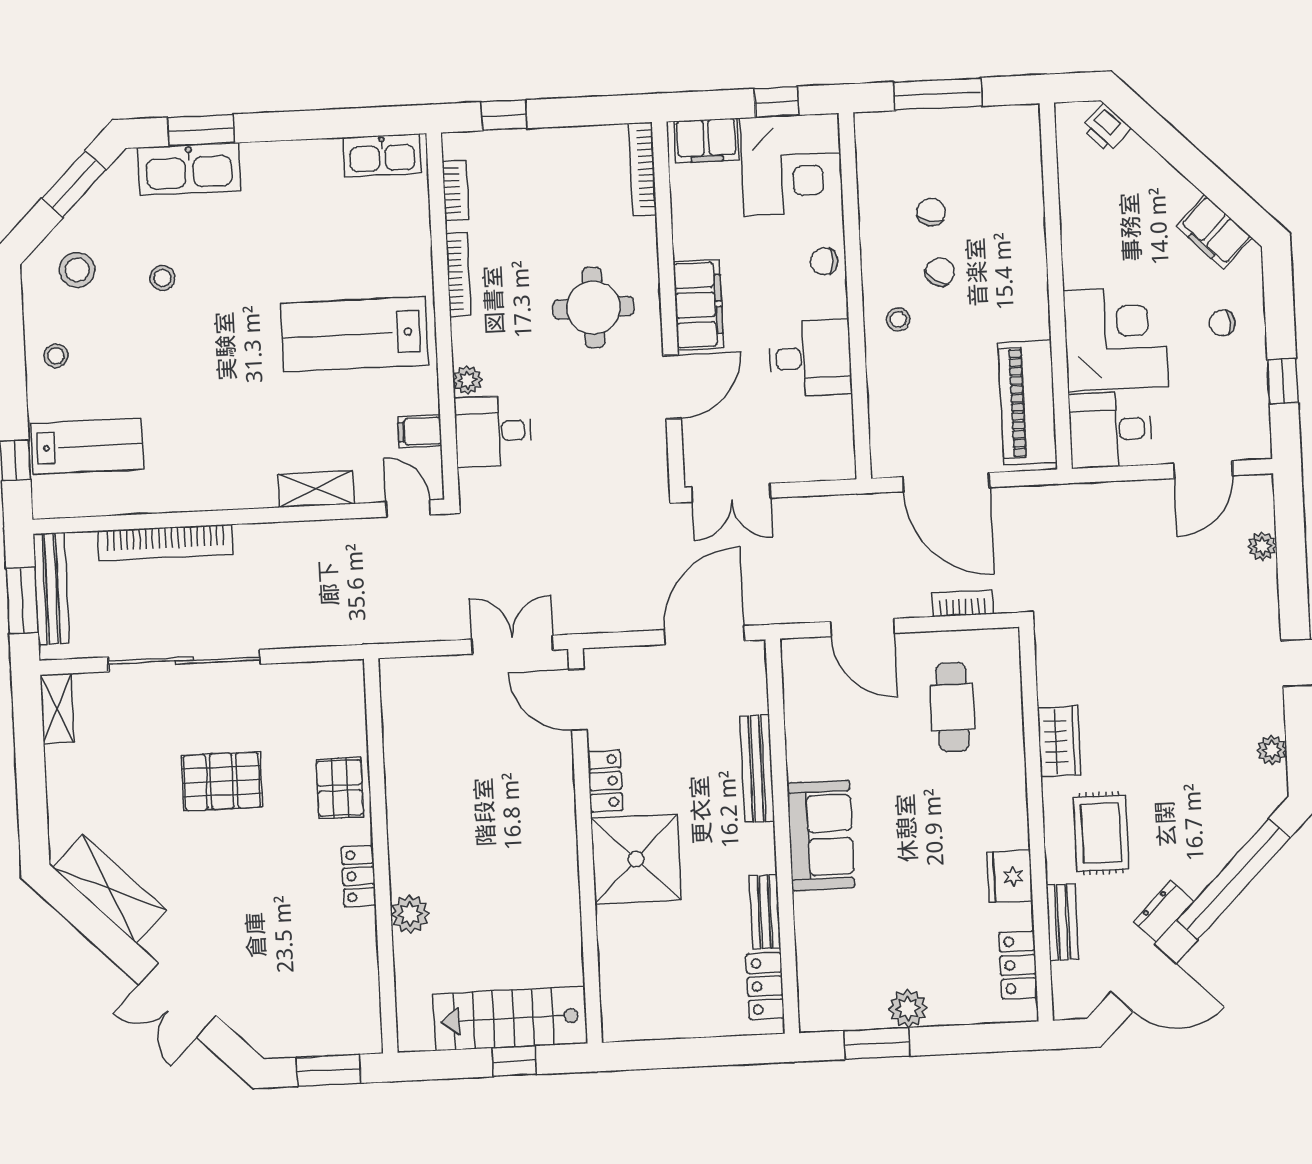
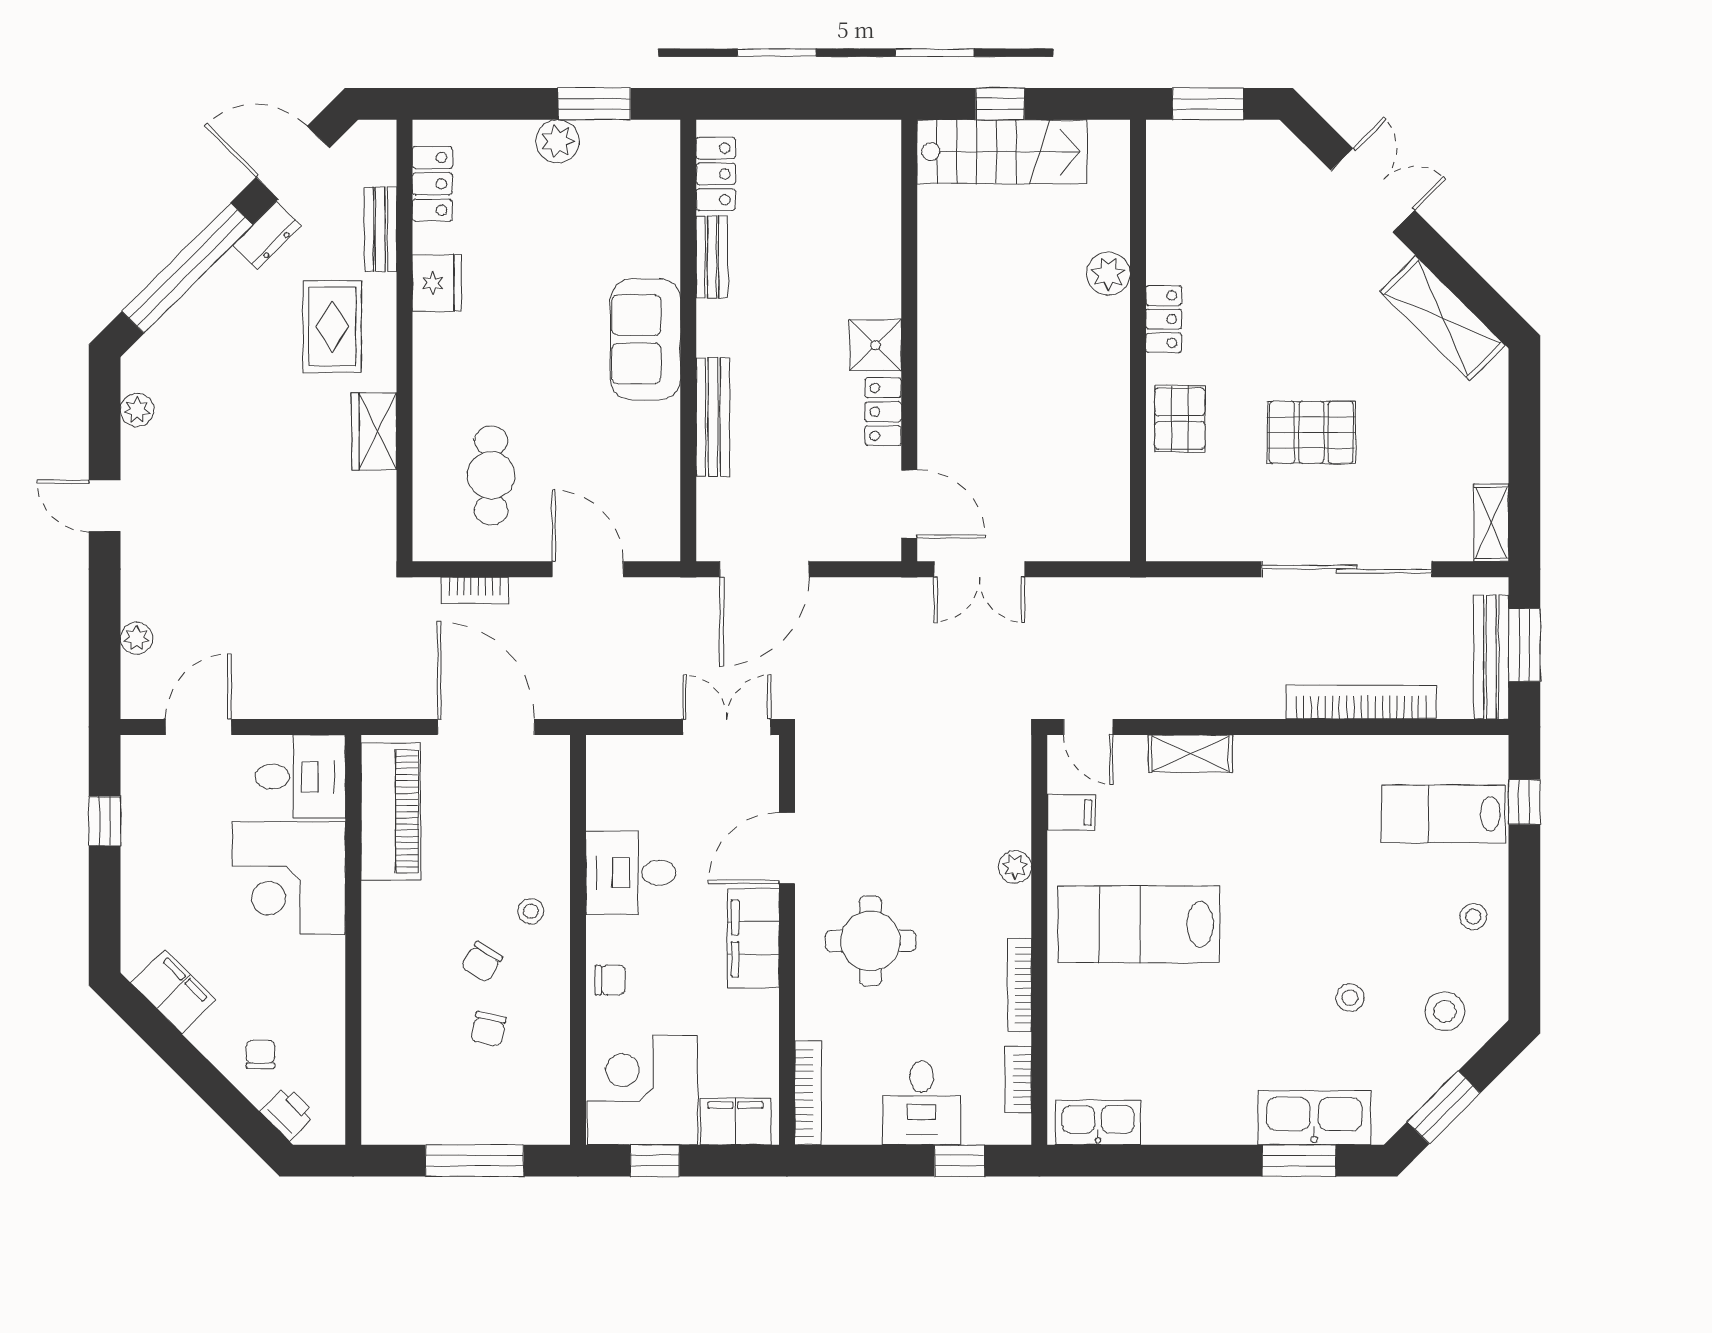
chair: (1222, 323) -> (261, 1054), moved, turned -87
lab bench: (354, 334) -> (1139, 924), turned 180
desk: (493, 431) -> (922, 1103), moved, turned 90
shower: (636, 859) -> (875, 345), width x0.54, depth x0.54

